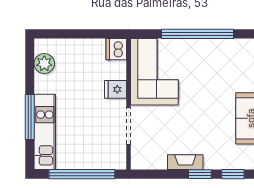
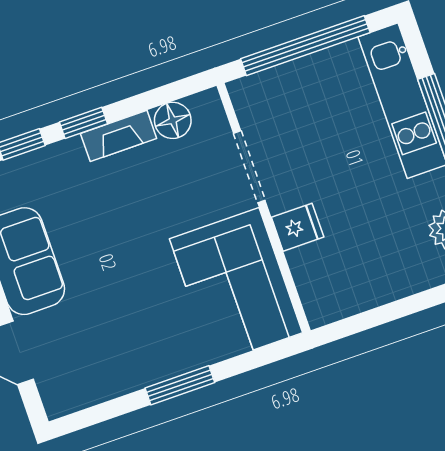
window: (197, 34) -> (180, 385), width x0.47
dishwasher: (116, 49) -> (323, 303), removed
floor lamp: (157, 161) -> (173, 120), added

